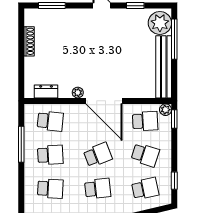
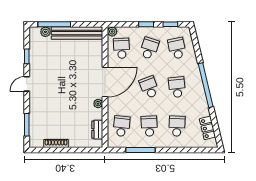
plant: (160, 23) -> (45, 32), width x0.53, depth x0.53
window: (174, 119) -> (146, 24), moved

